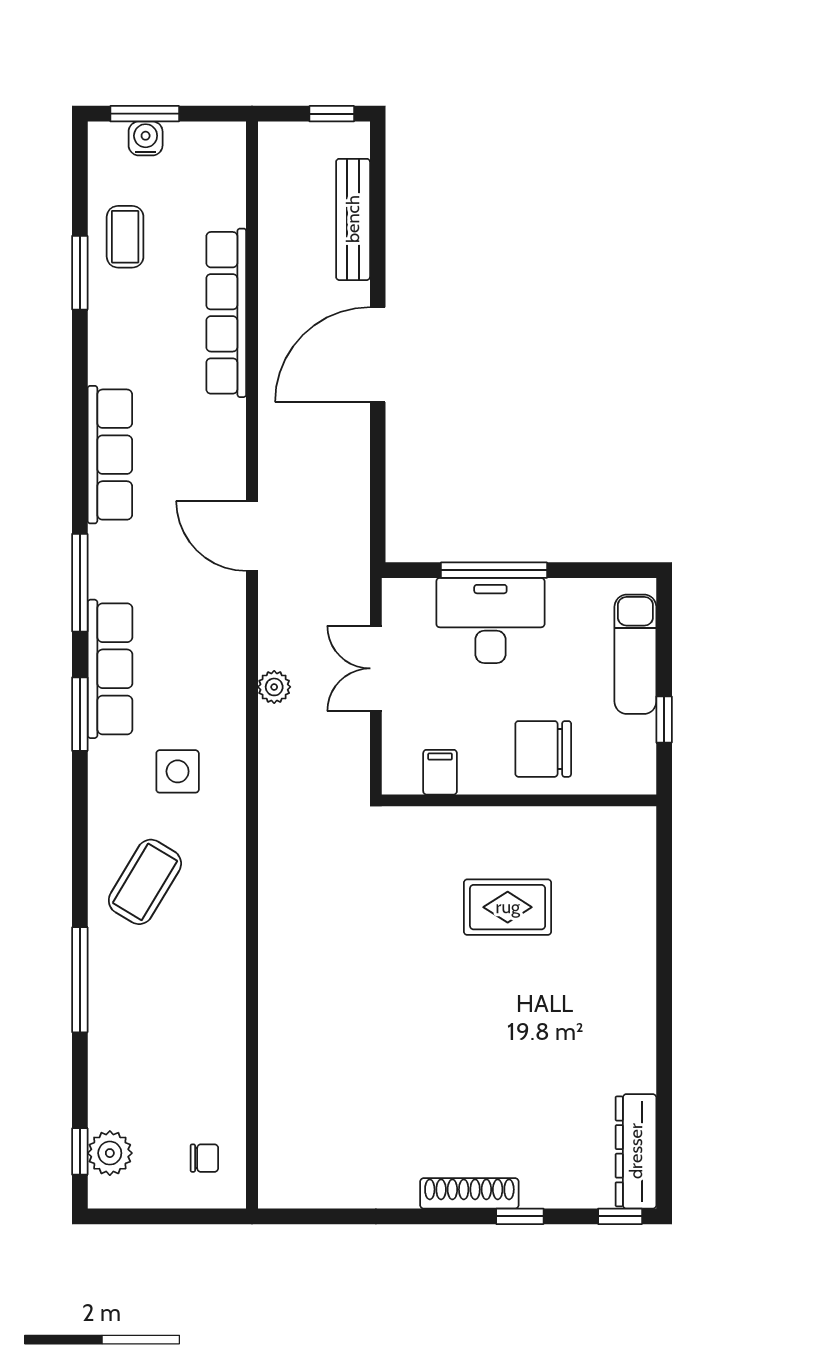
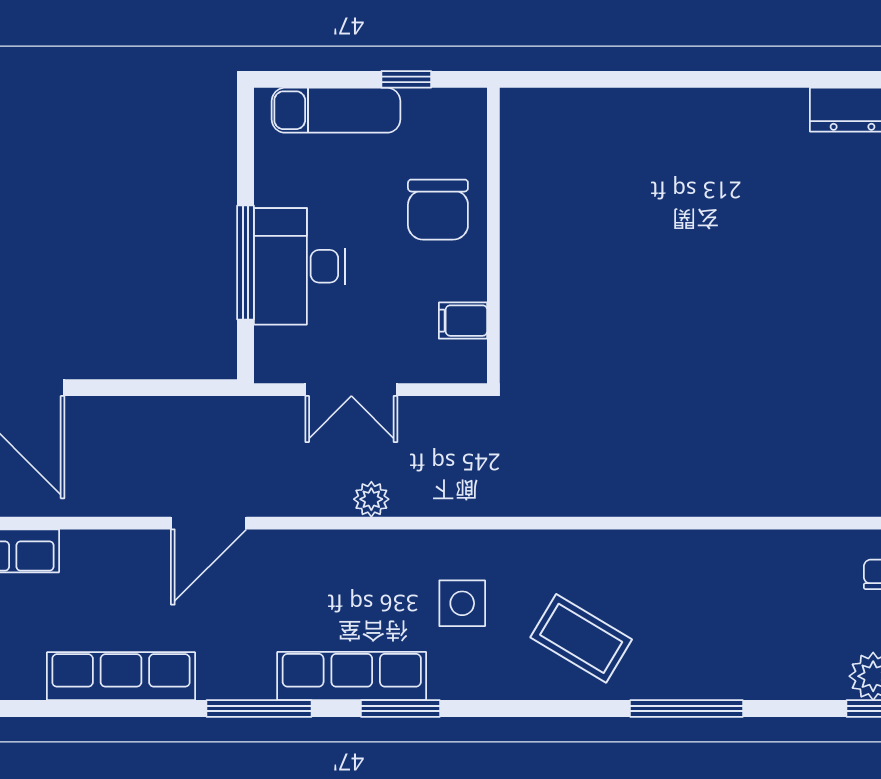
rug: (508, 907) -> (608, 248), removed

